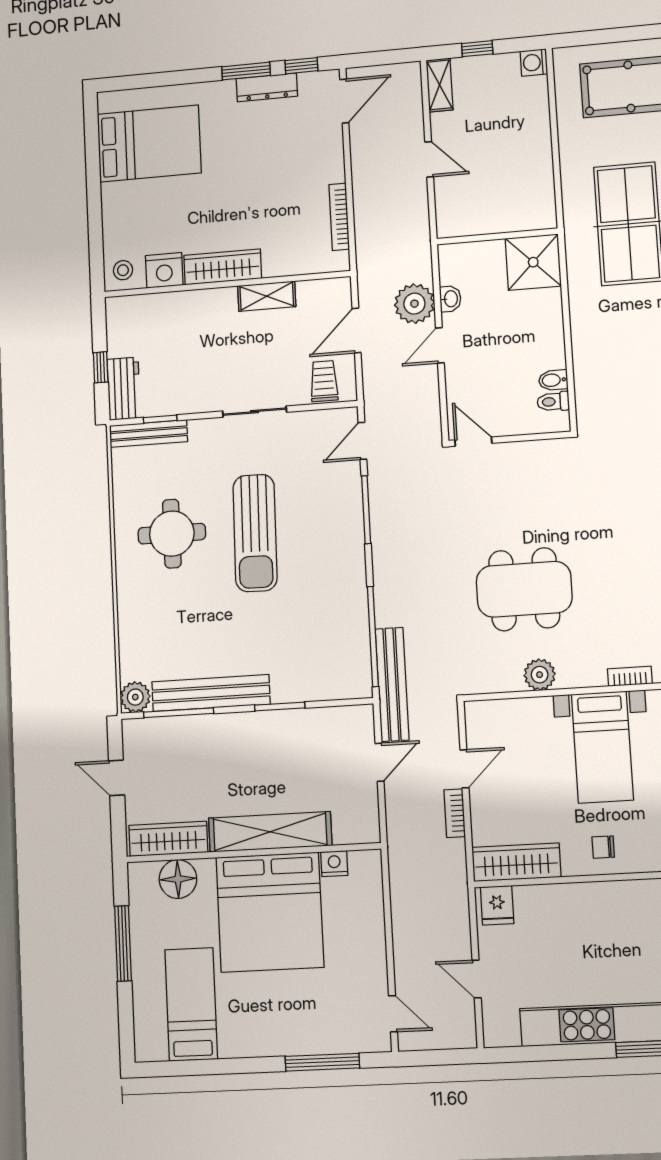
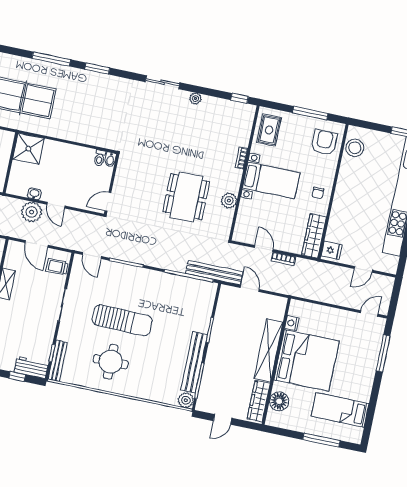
bidet: (553, 380) -> (110, 159), moved
window: (123, 943) -> (321, 440), moved

